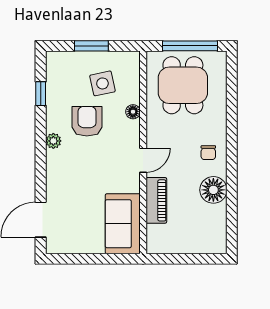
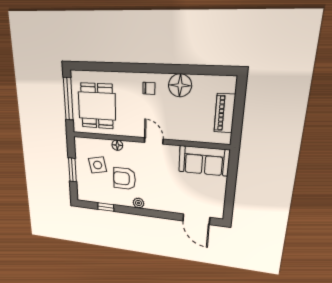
dining table: (183, 85) -> (97, 106), turned 90
piano: (156, 200) -> (225, 113), moved, turned -90

